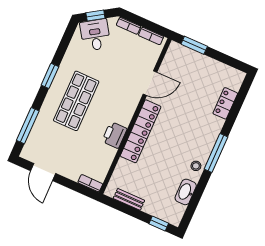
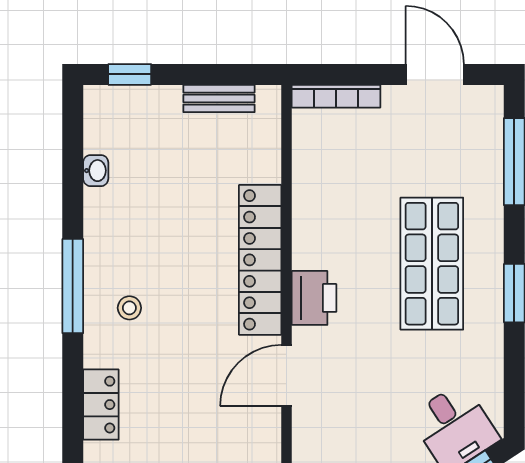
printer: (114, 135) -> (314, 298), moved
stool: (196, 166) -> (129, 308), moved
bookcase: (90, 183) -> (336, 96), width x1.56
washbasin: (186, 192) -> (96, 171), width x0.52, depth x0.69

